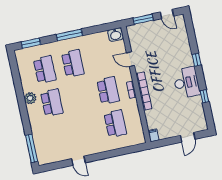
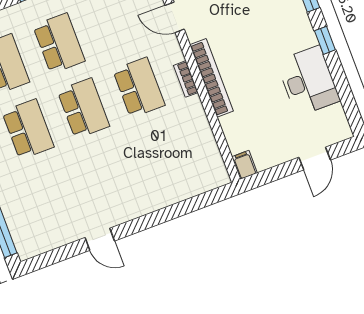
desk: (186, 83) -> (308, 81), moved
window: (204, 96) -> (325, 40), moved
school desk: (115, 124) -> (83, 108), moved

